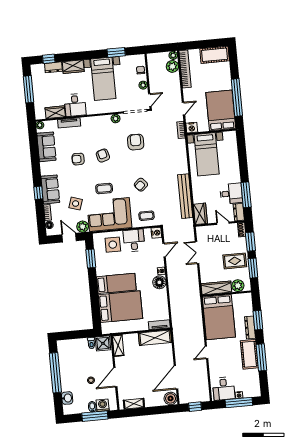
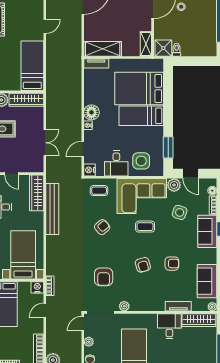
wardrobe: (55, 112) -> (199, 320), width x1.50
wardrobe: (200, 214) -> (37, 193), width x1.50
bed: (219, 317) -> (32, 66), width x0.67

